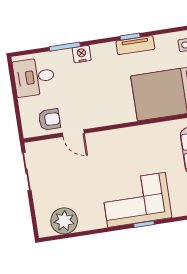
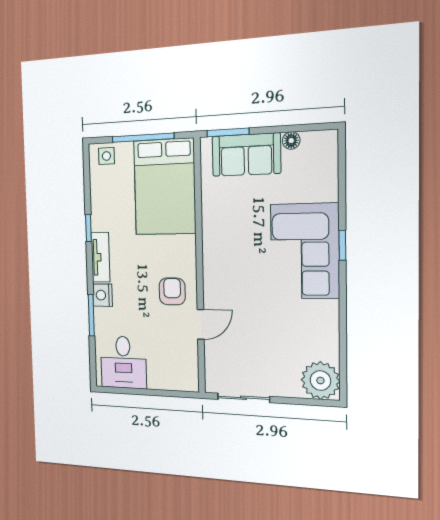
tv unit: (135, 45) -> (100, 257), moved
armchair: (49, 119) -> (172, 291), moved
plant: (64, 221) -> (320, 381), moved

